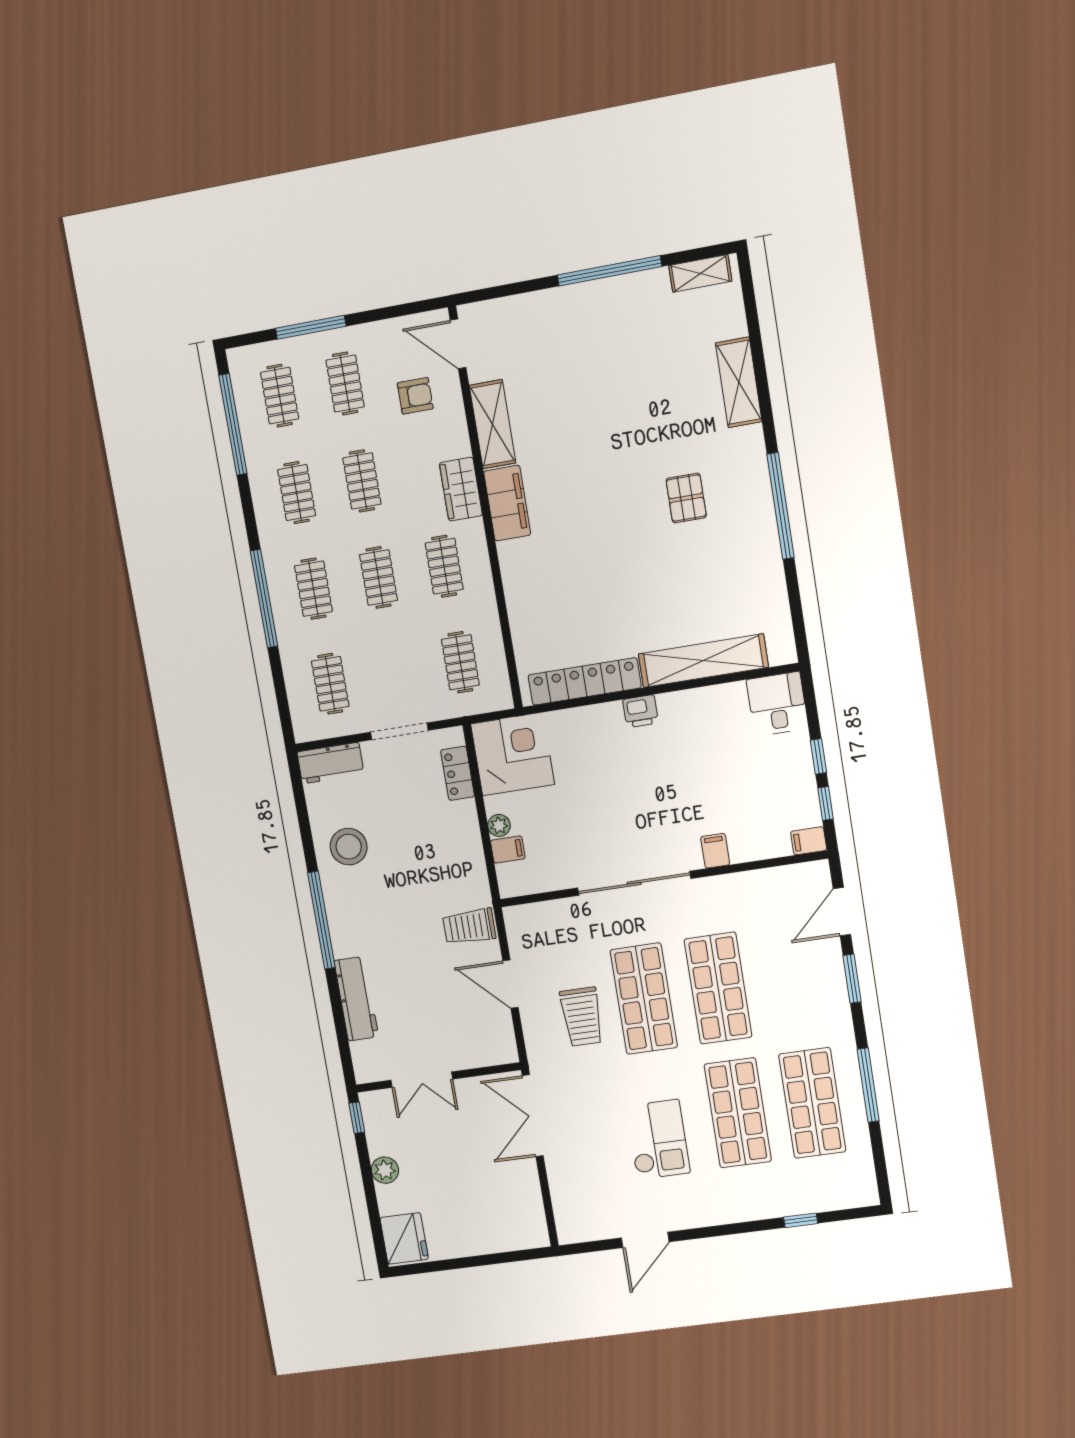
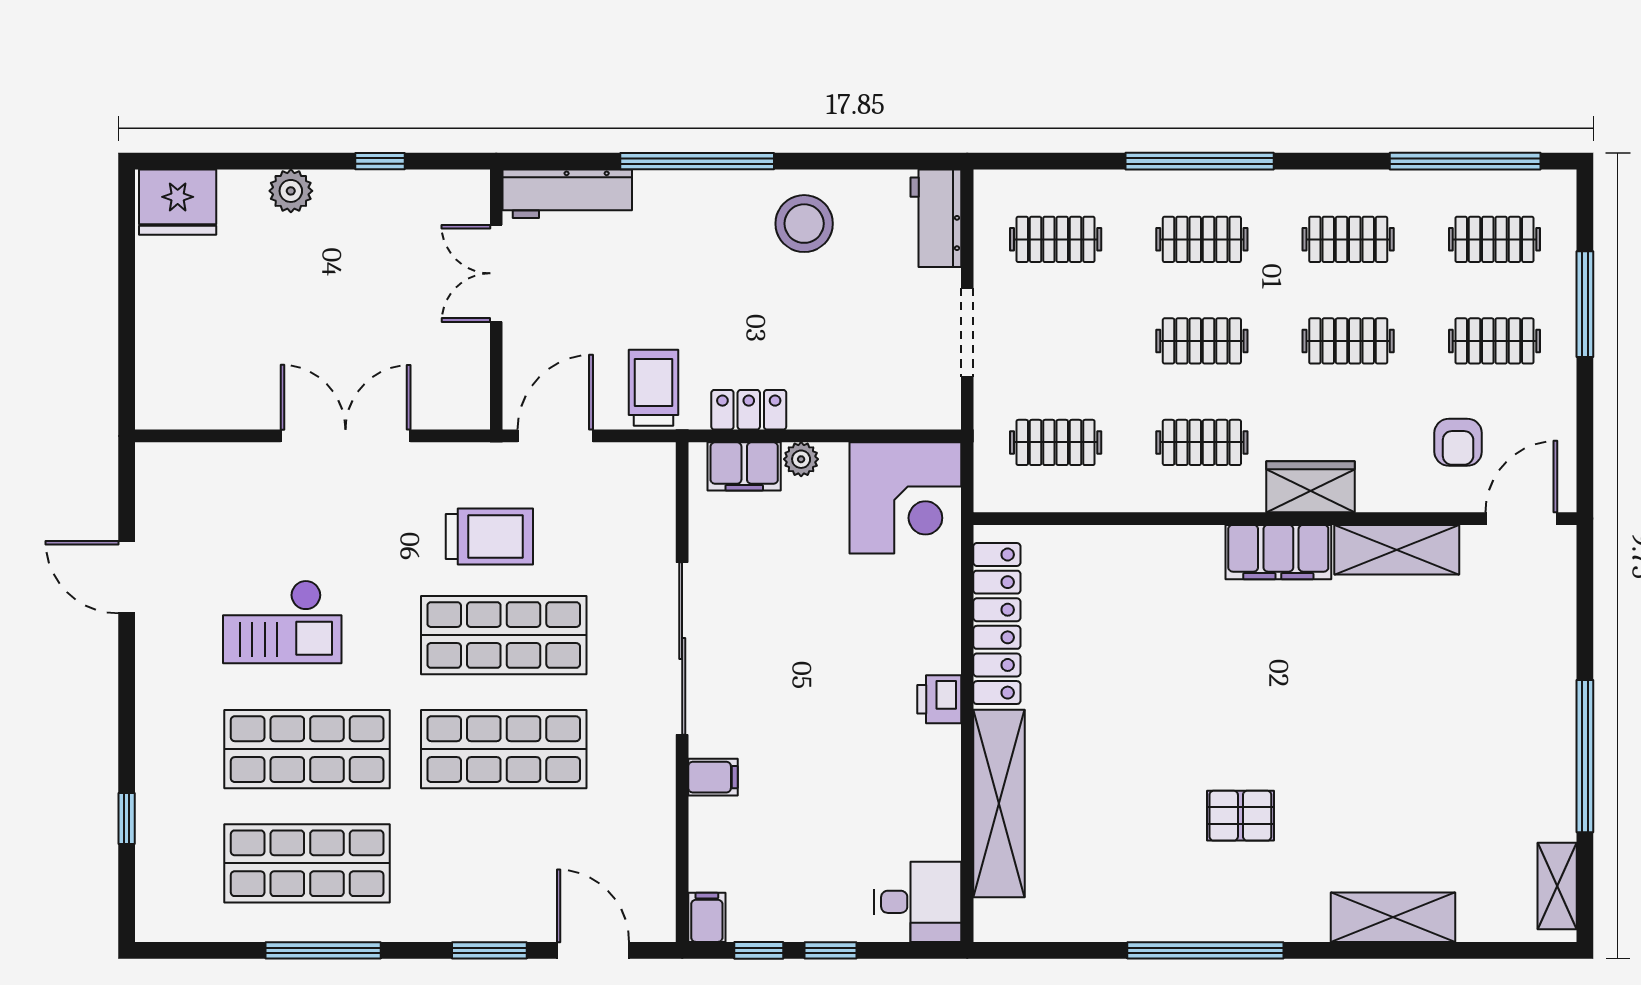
locker: (458, 773) -> (749, 410), moved
filing cabinet: (508, 850) -> (744, 466), width x2.00
trolley: (582, 1017) -> (489, 536), turned 180
wall: (438, 1077) -> (496, 300), moved
double door: (422, 1080) -> (496, 273), moved

